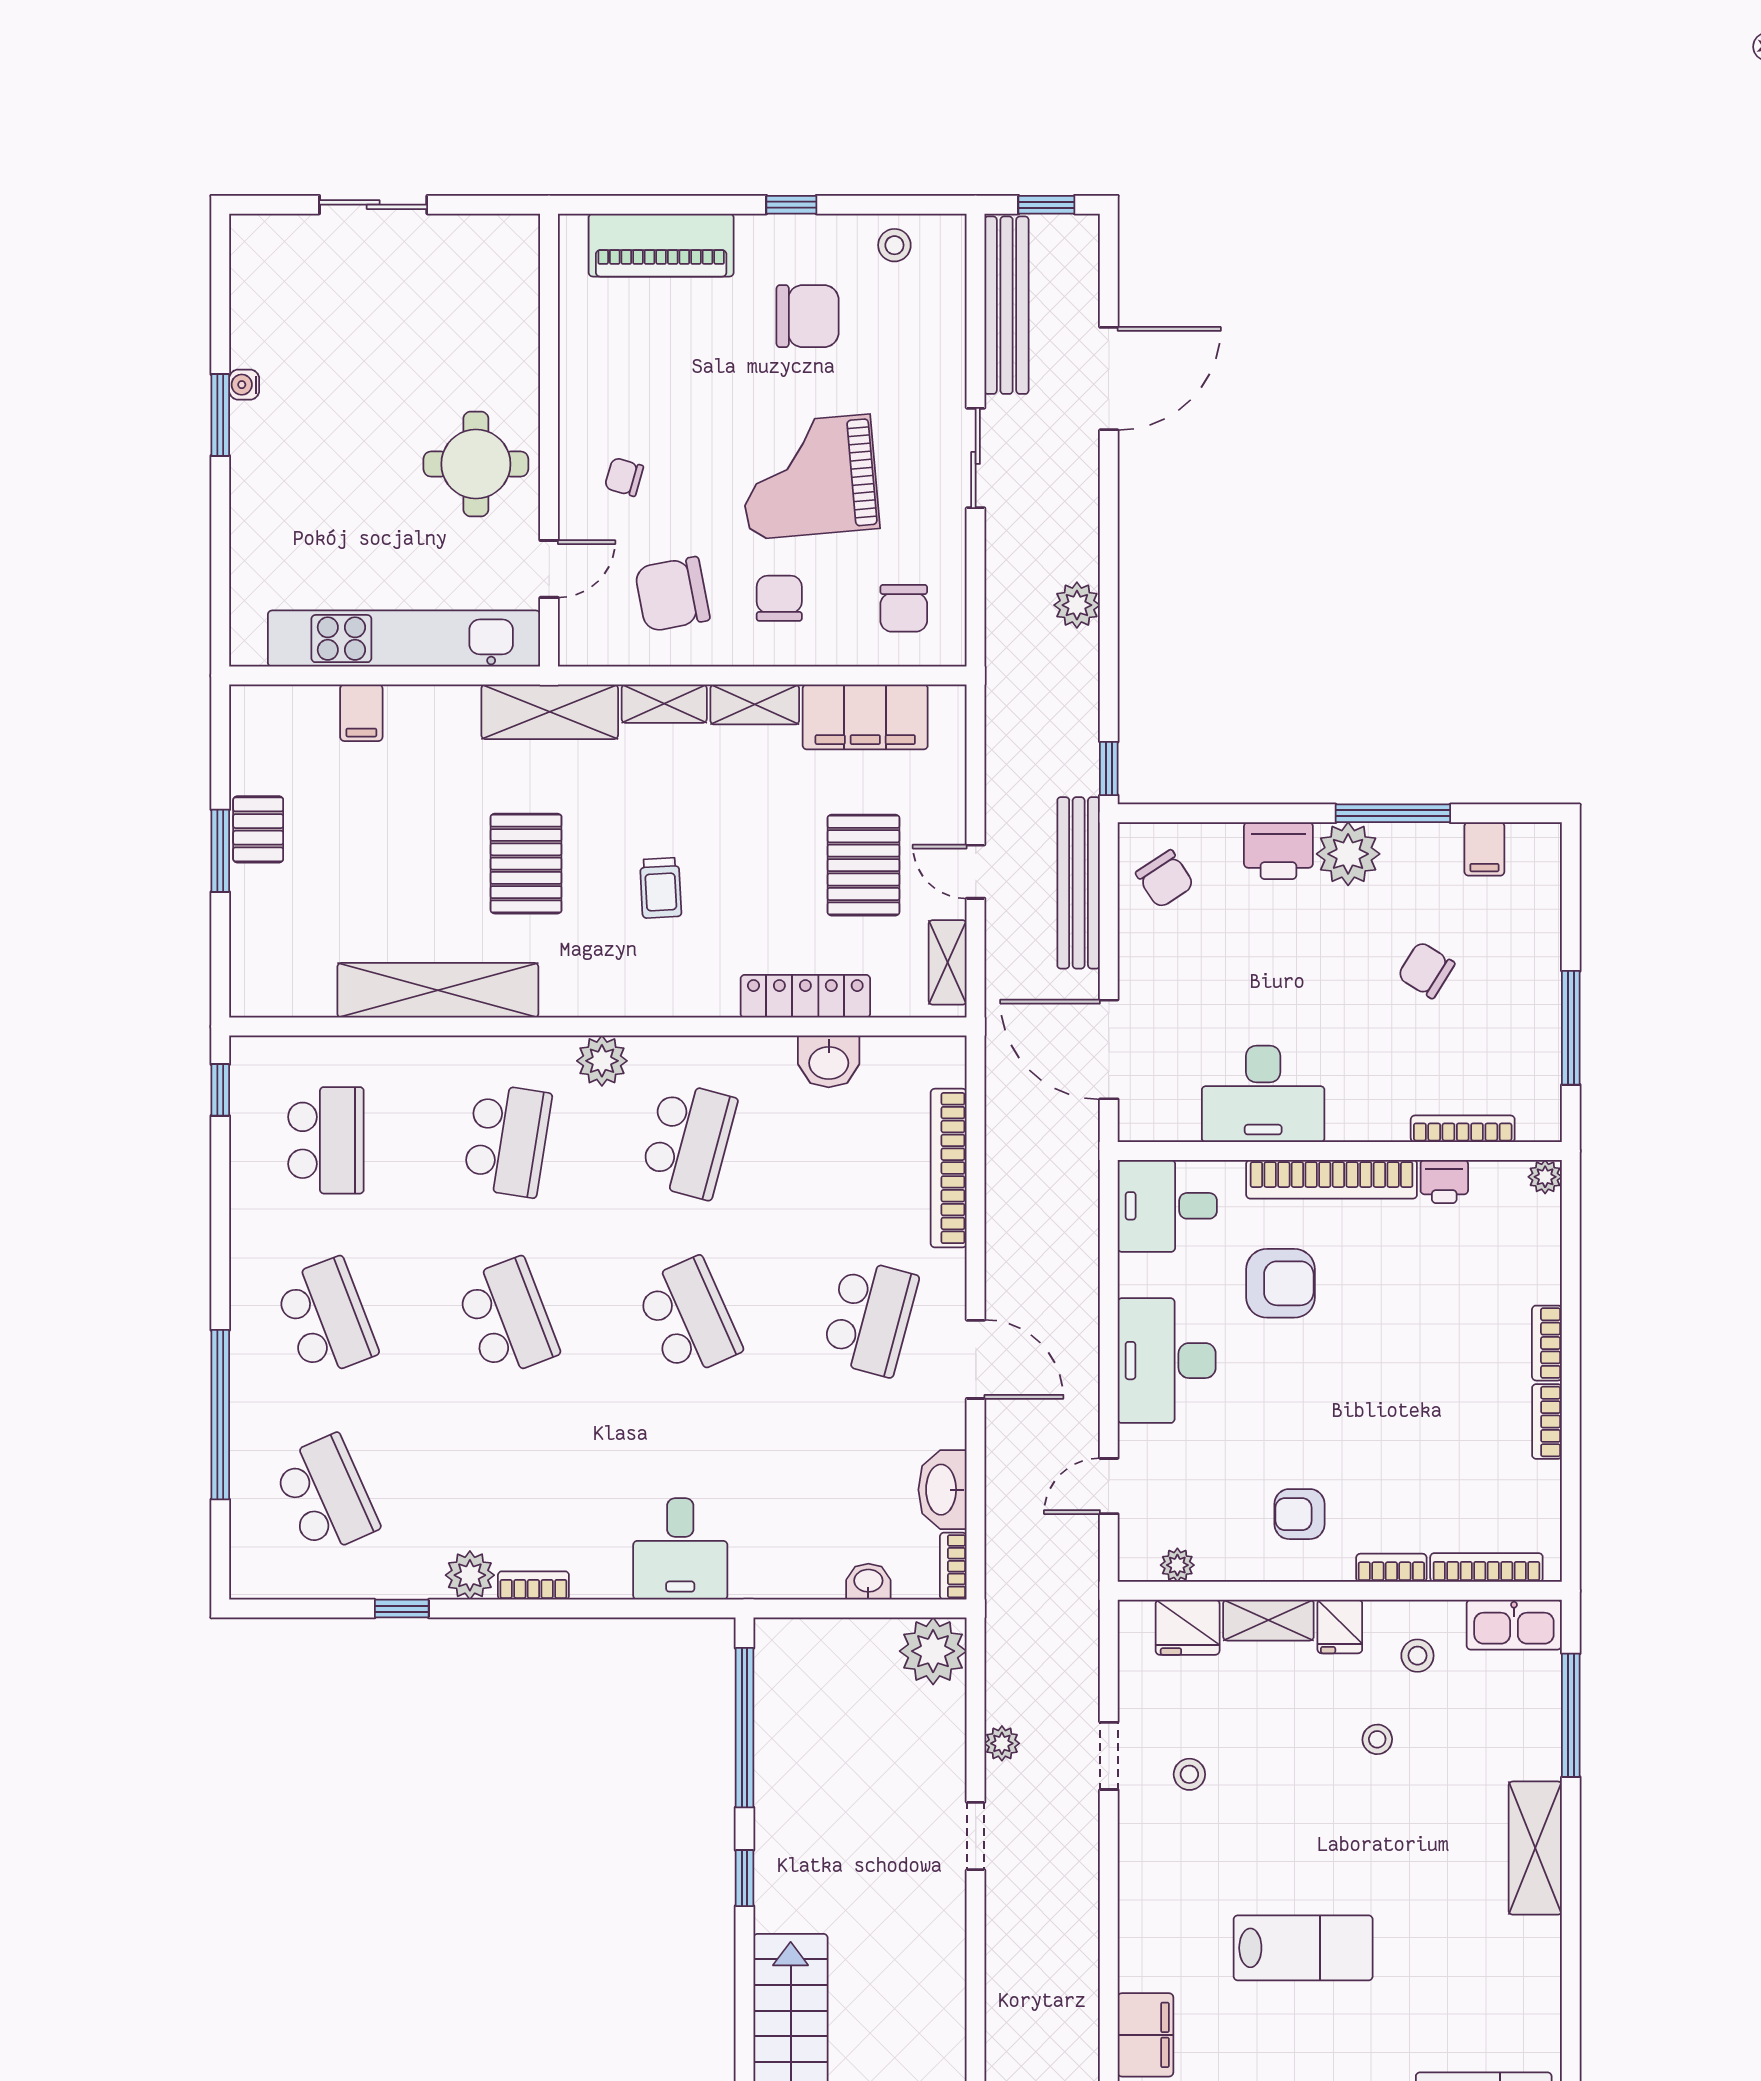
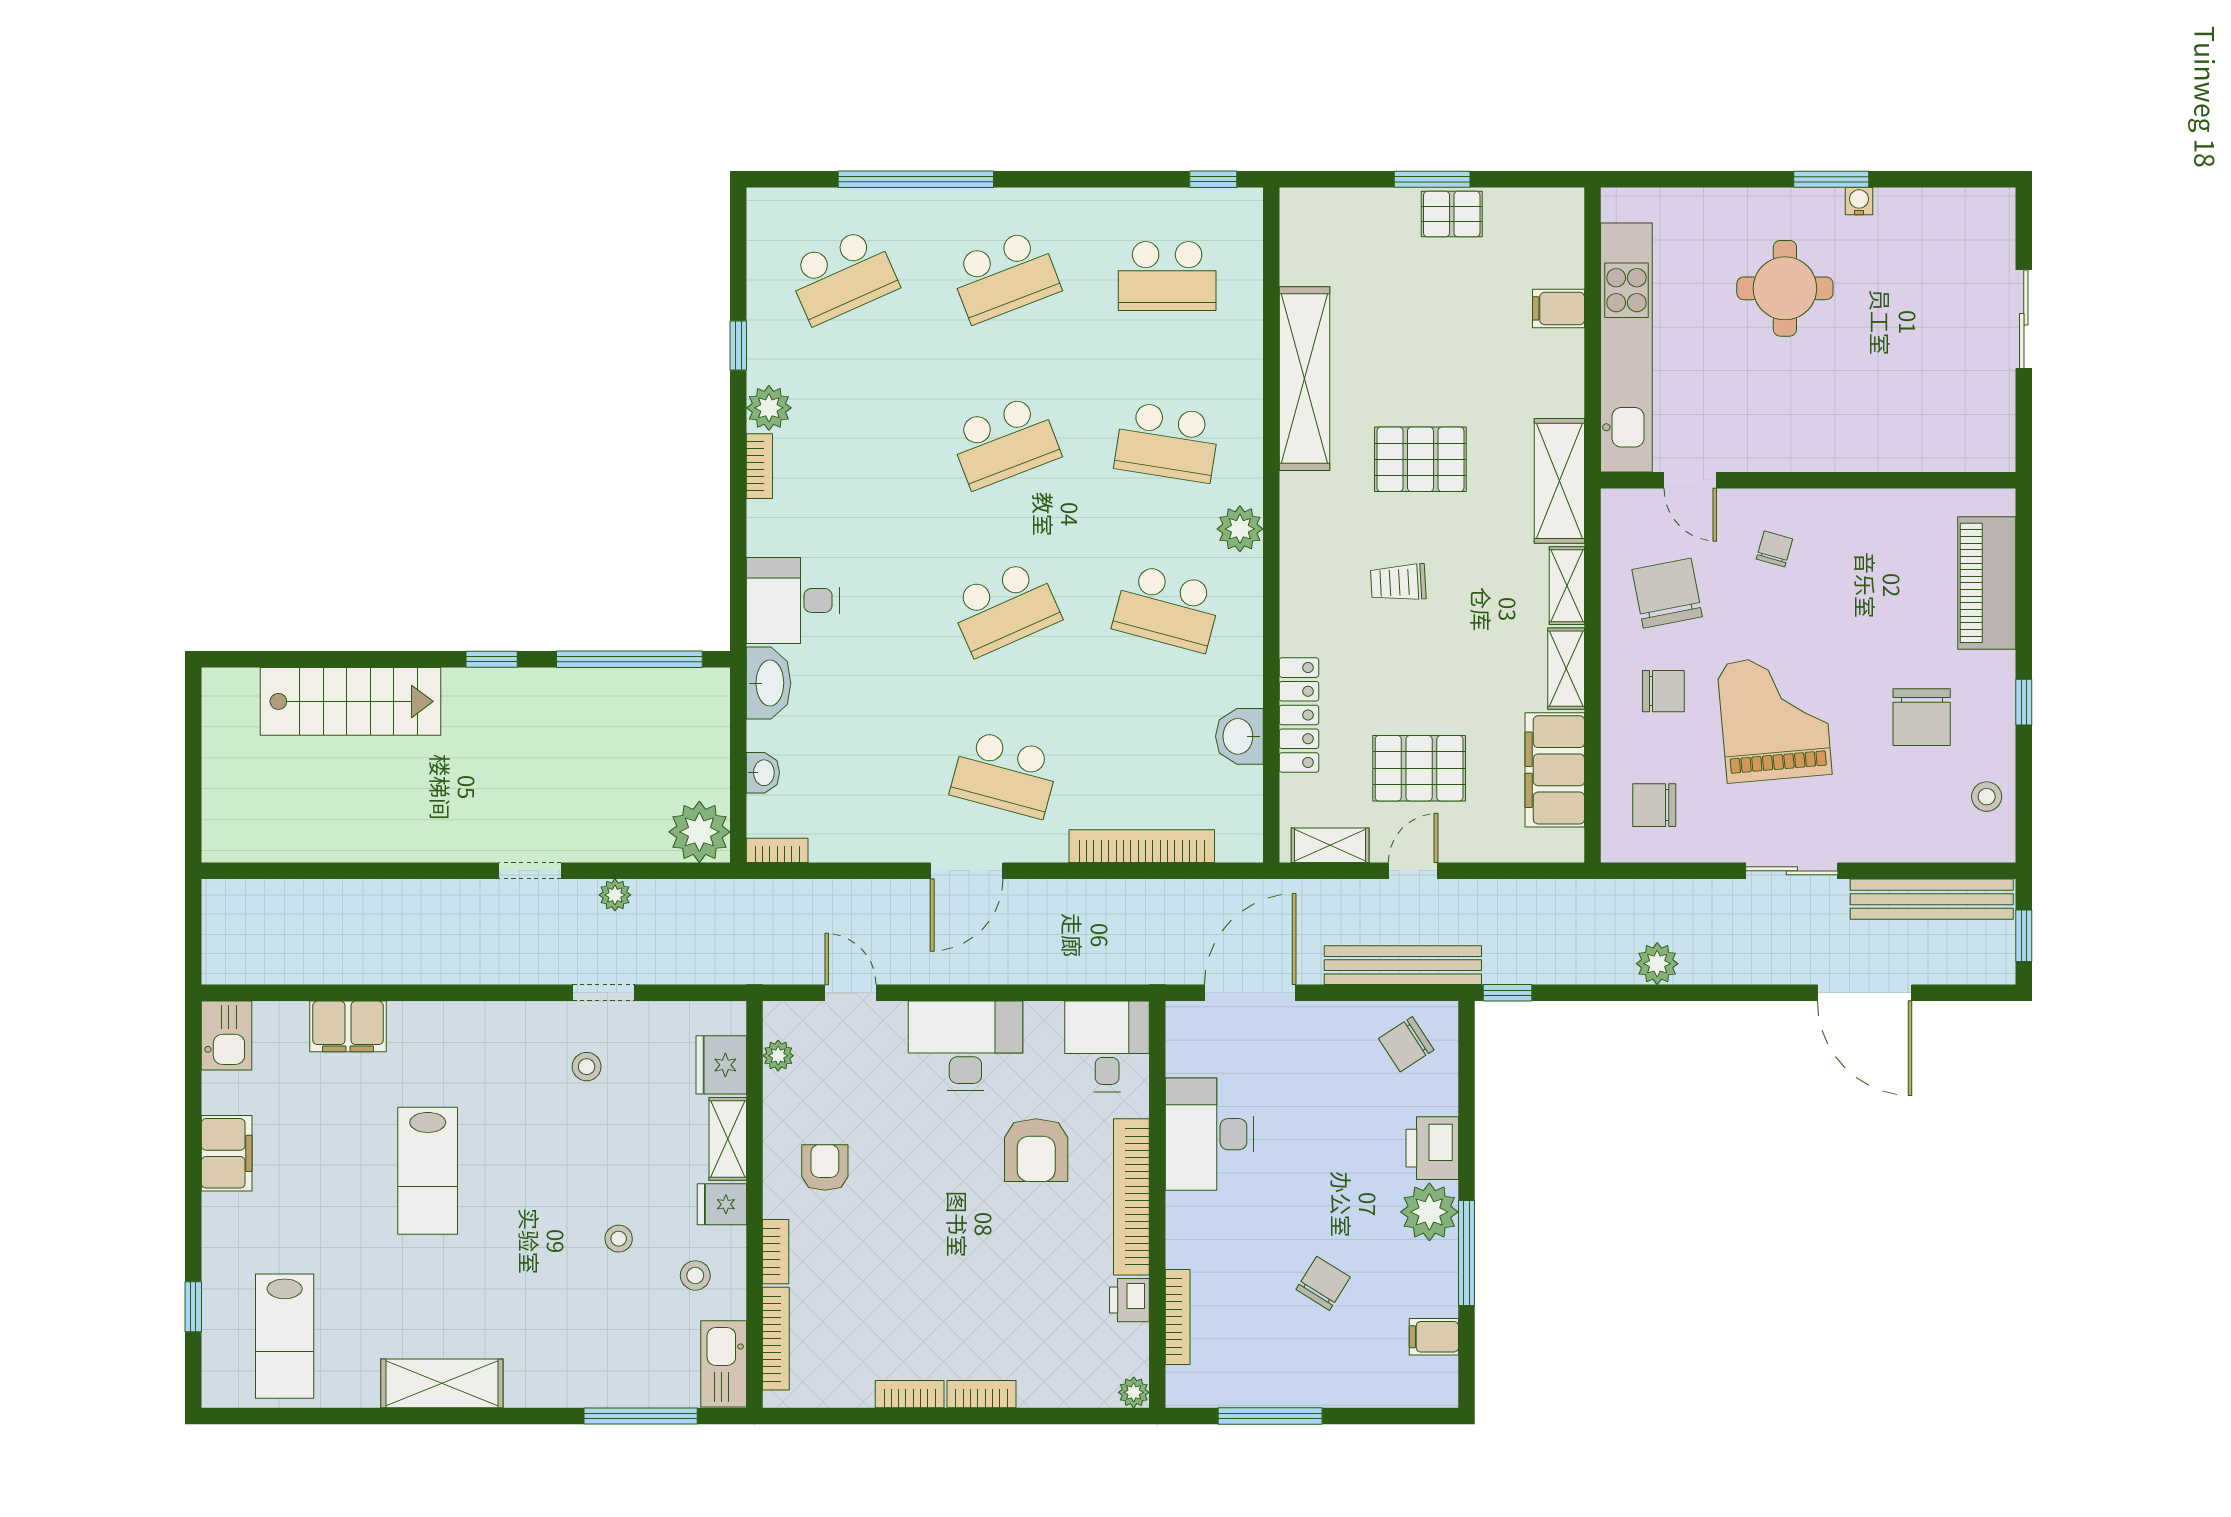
round table: (476, 464) -> (1785, 288), moved
washbasin: (942, 1490) -> (769, 683), moved, turned 90
shelving: (1535, 1848) -> (442, 1383), moved

